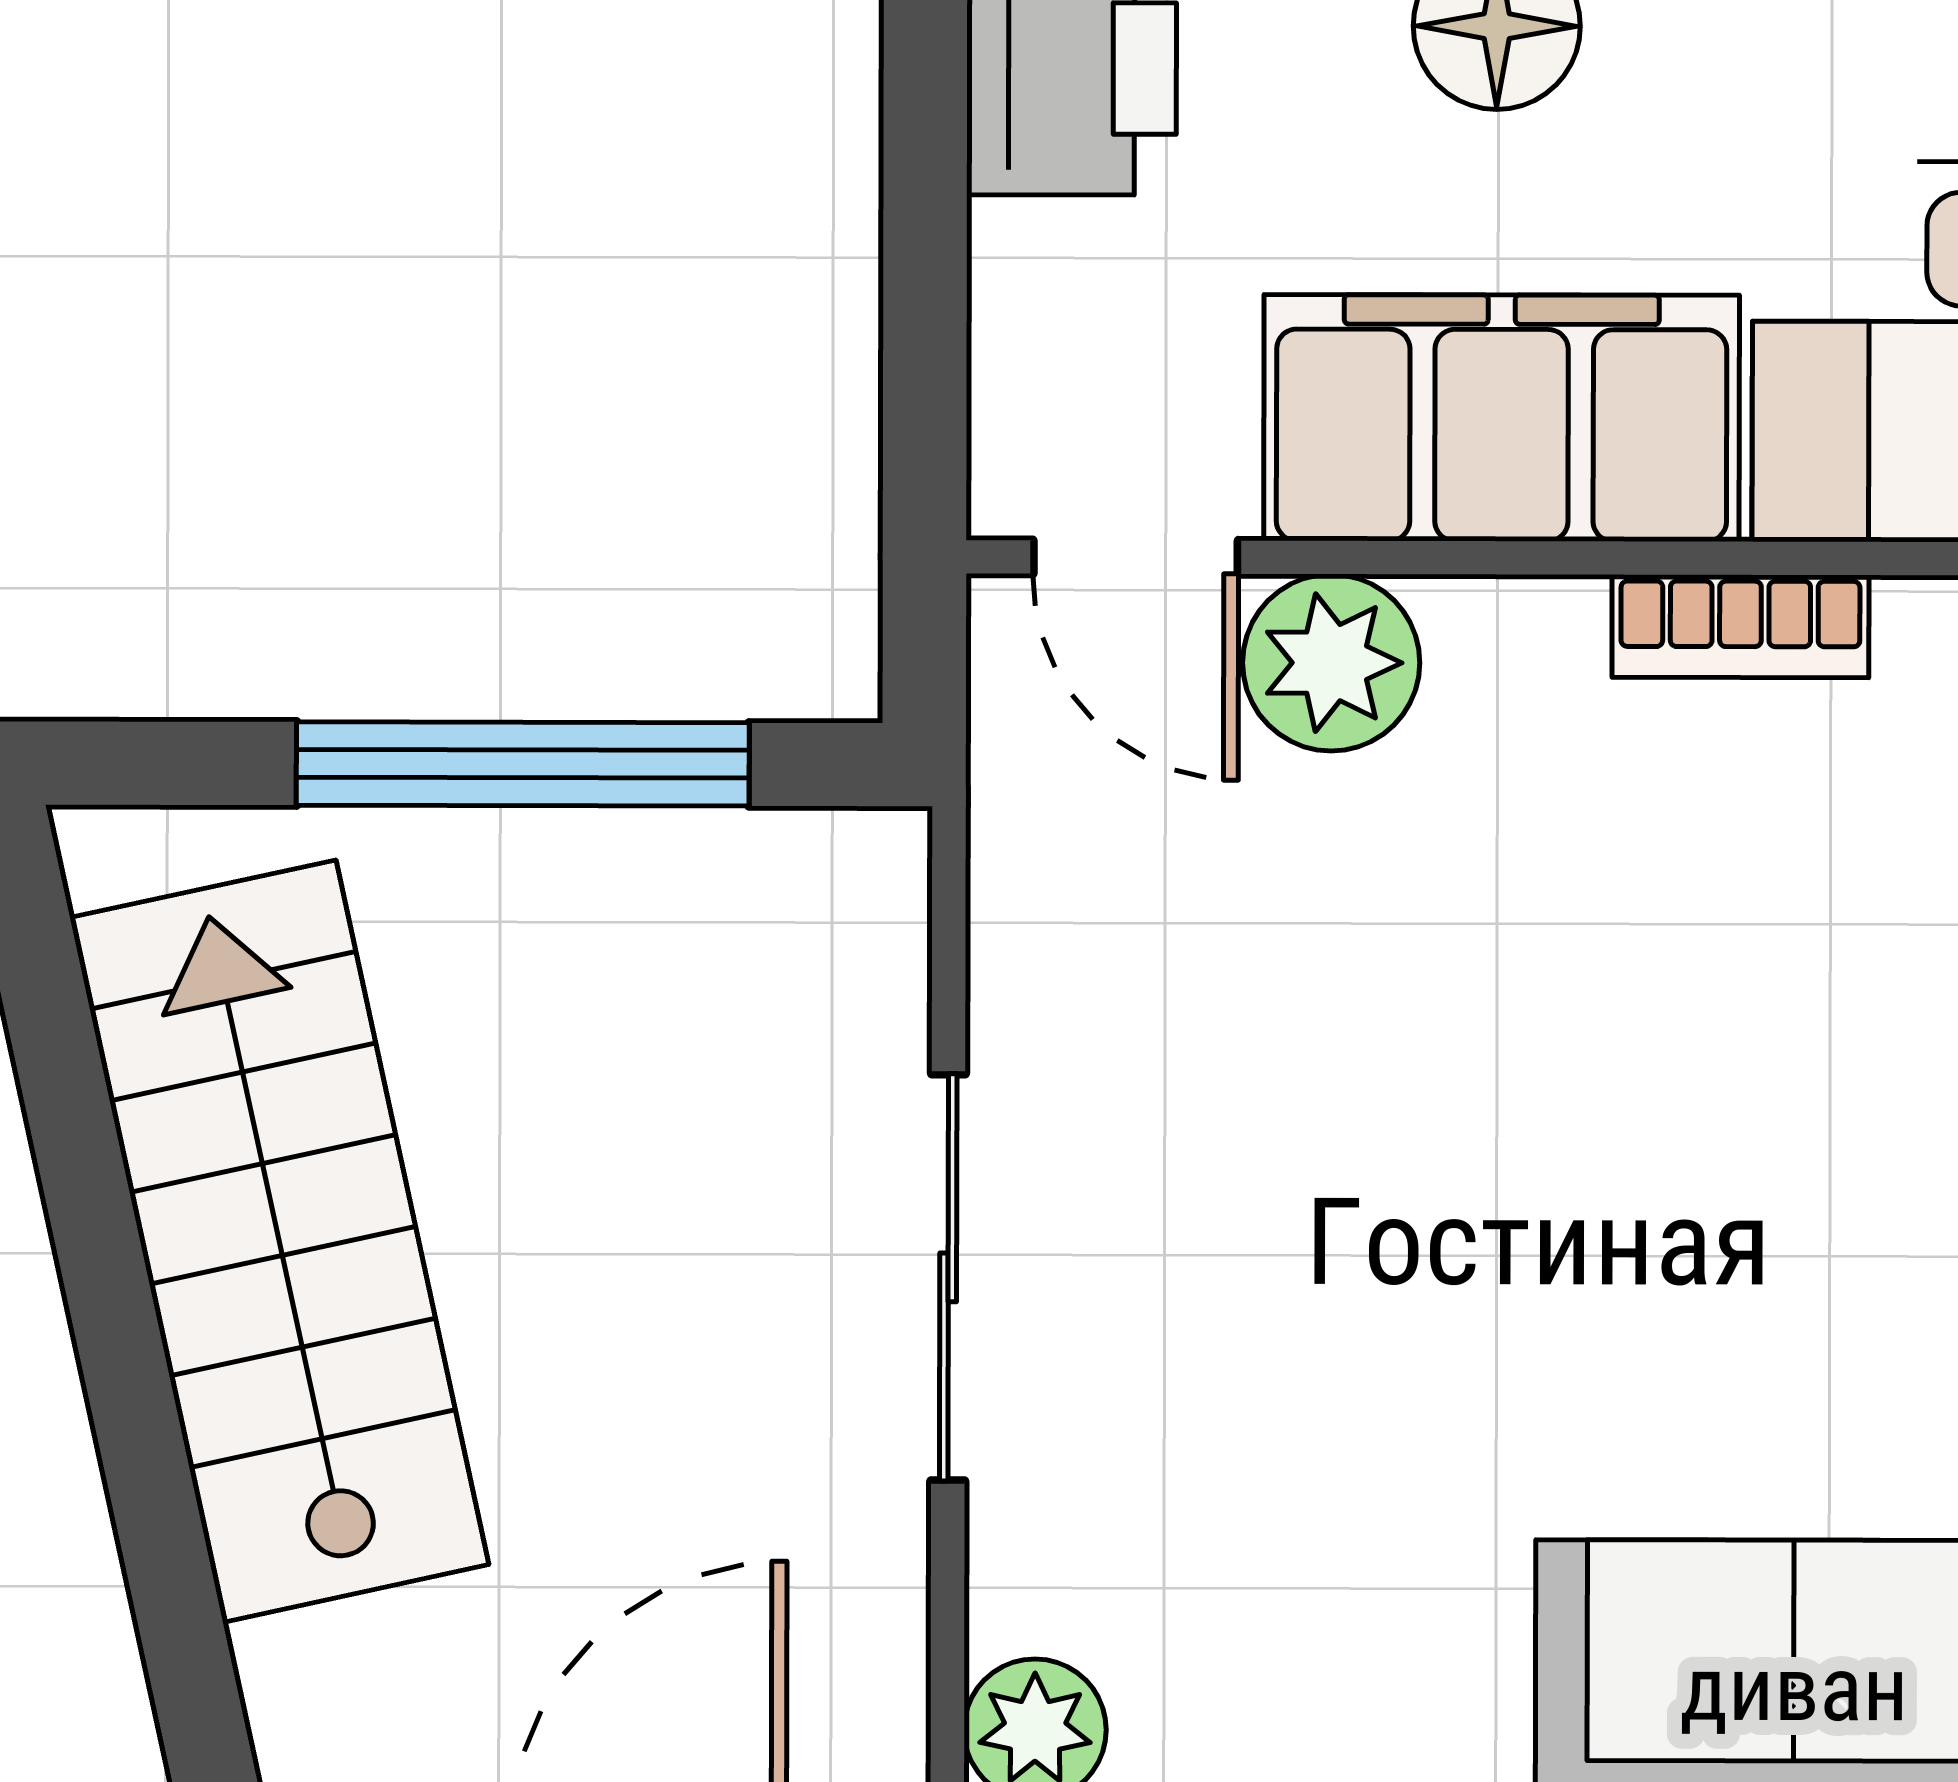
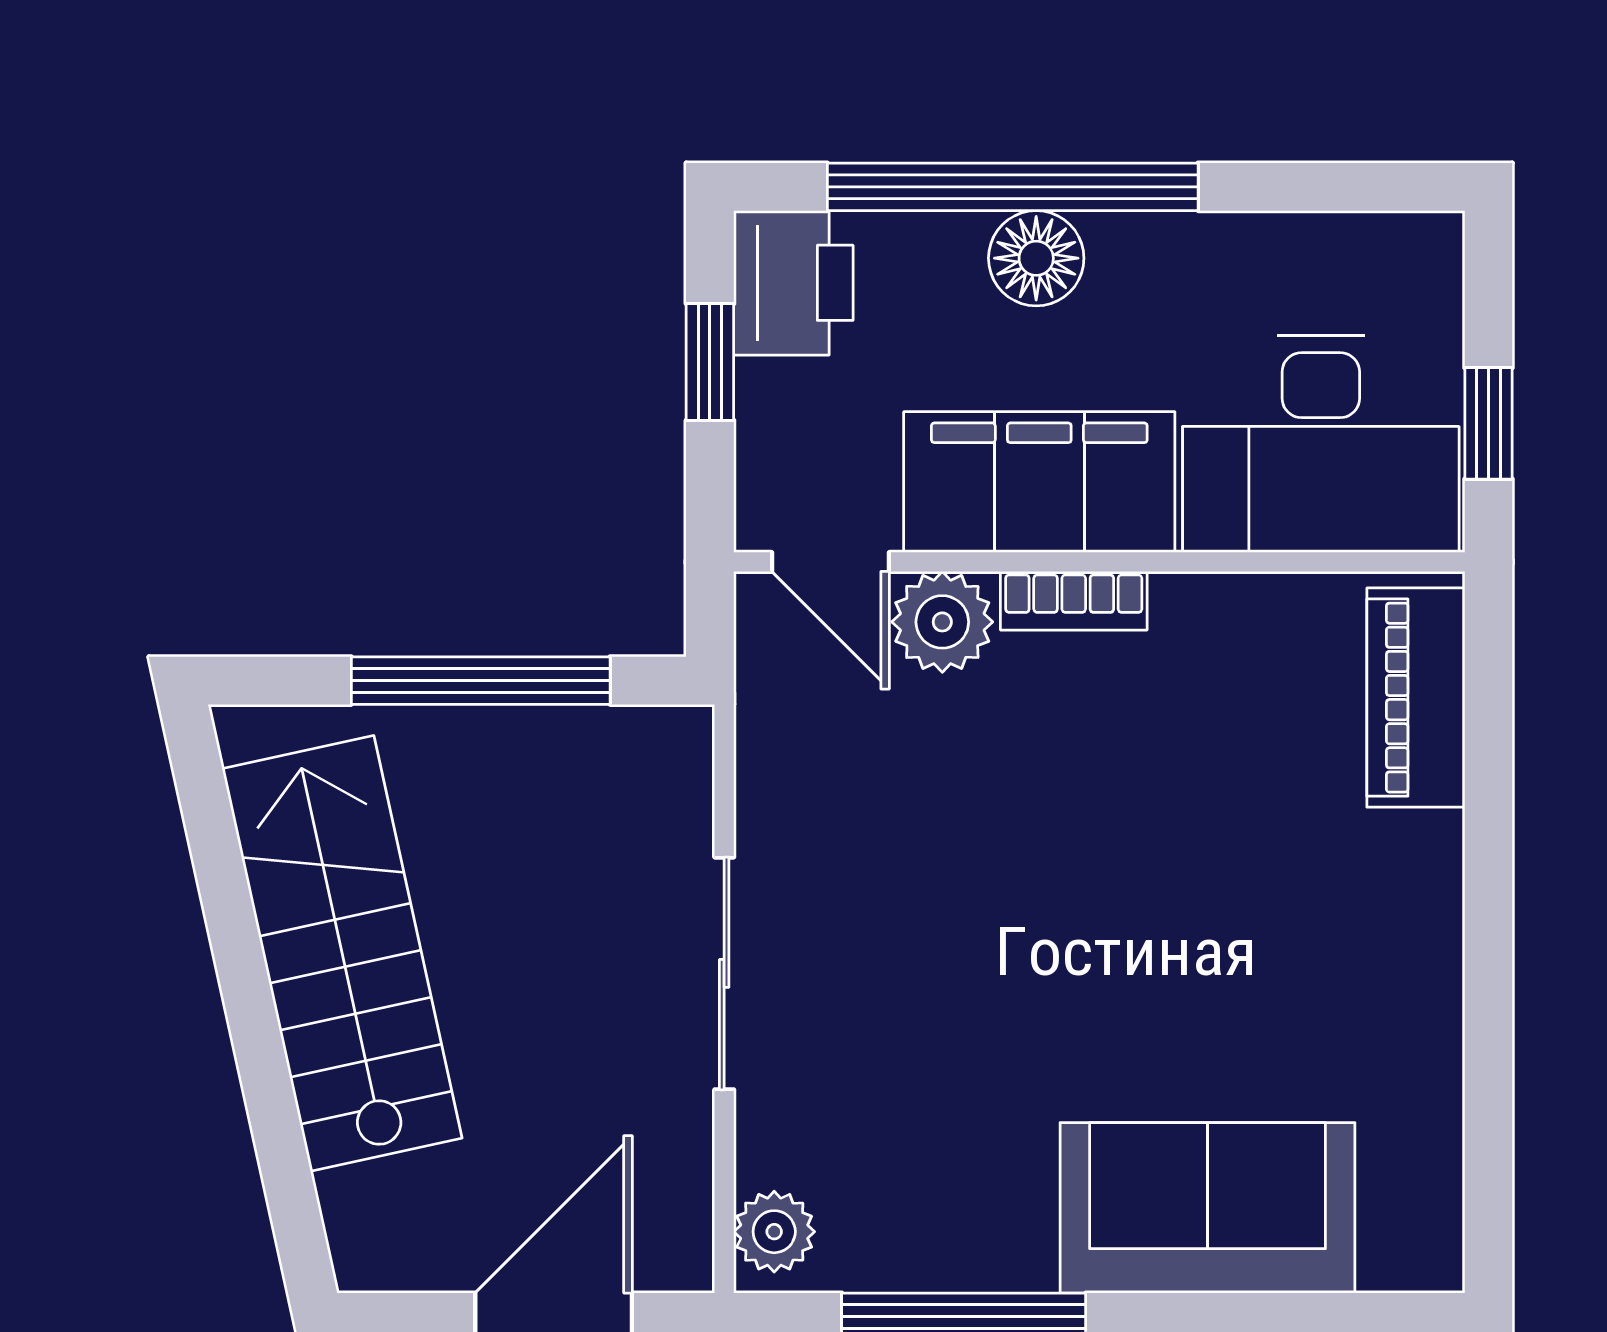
window: (925, 207) -> (710, 362), added
bookcase: (1740, 626) -> (1074, 601), moved

